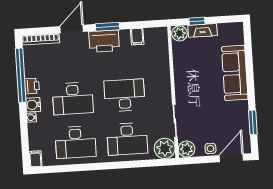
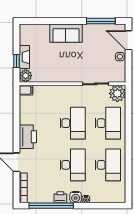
window: (108, 27) -> (17, 133), removed
filing cabinet: (137, 37) -> (26, 90), moved
sofa: (235, 73) -> (66, 33), width x0.73
desk: (124, 95) -> (73, 123), turned 180
window: (253, 122) -> (101, 21), width x1.44
plant: (187, 149) -> (119, 76), removed
filing cabinet: (35, 159) -> (119, 198), removed

